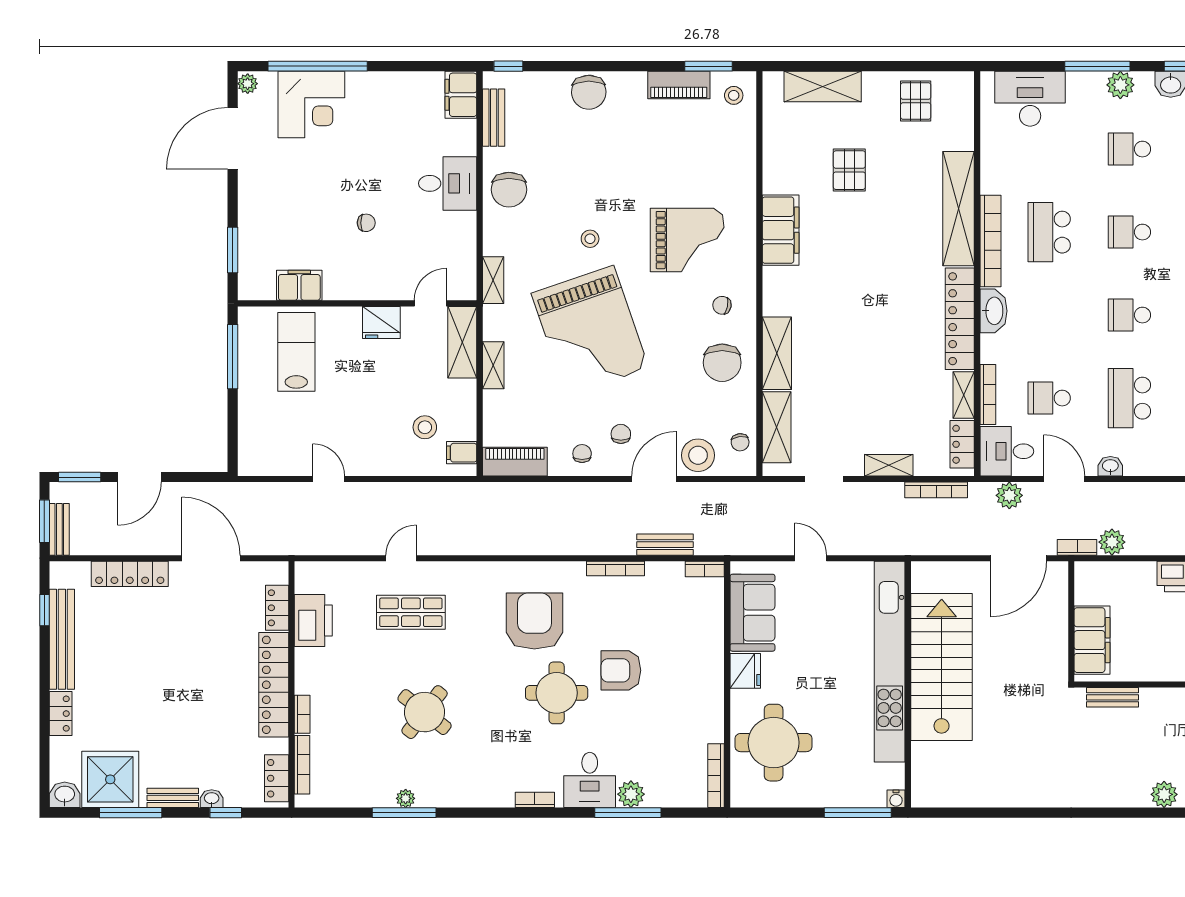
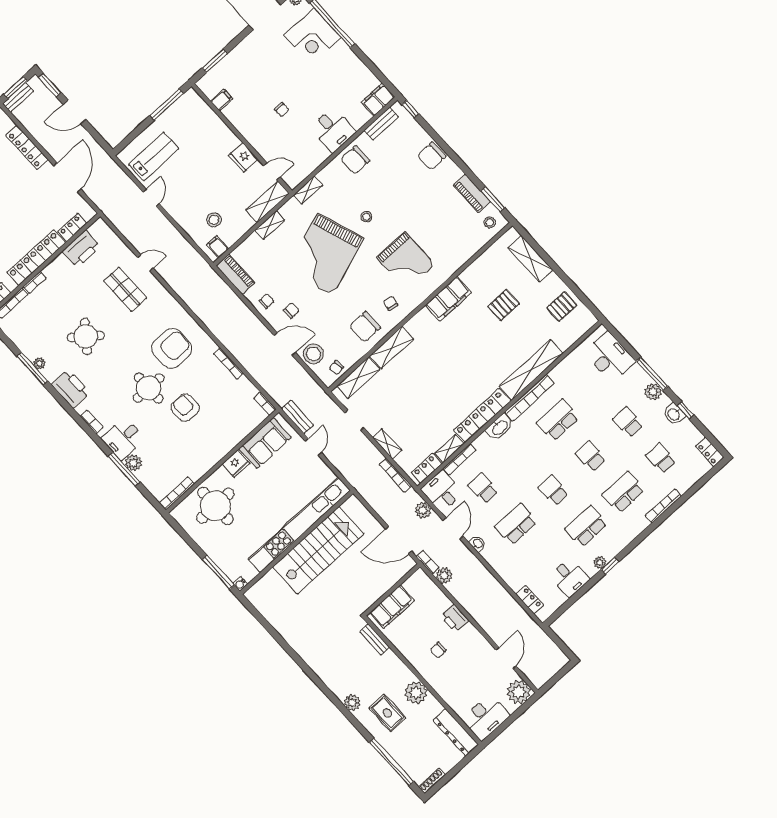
filing cabinet: (299, 285) -> (222, 100), width x0.50
lab bench: (296, 352) -> (154, 157), moved
bench: (665, 545) -> (297, 417), moved
printer: (471, 788) -> (71, 389), added

